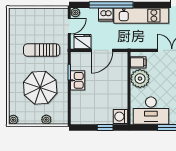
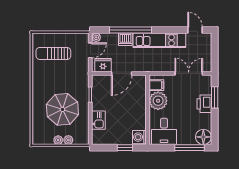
sun lounger: (42, 50) -> (53, 53), moved
kitchen sink: (78, 80) -> (98, 120), moved
desk: (151, 111) -> (164, 131), width x0.73
plant: (13, 120) -> (58, 140), moved

